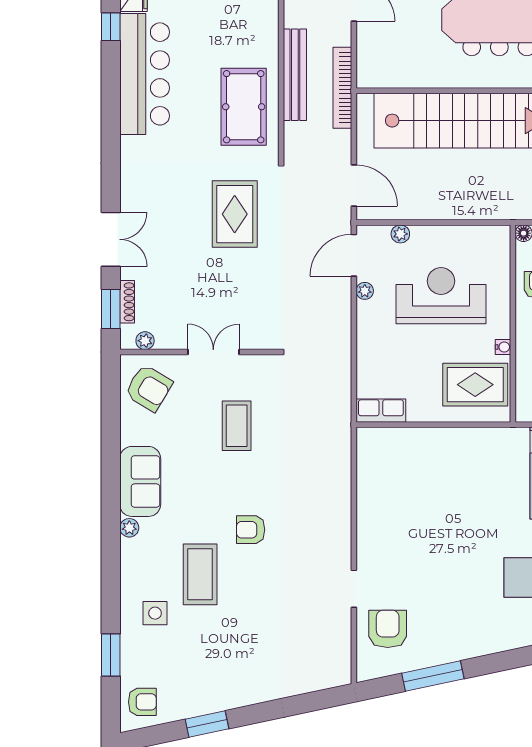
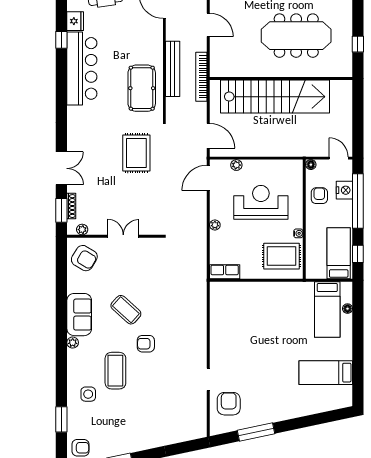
plant: (365, 291) -> (215, 225), moved
coffee table: (237, 426) -> (126, 310), moved, turned -48

